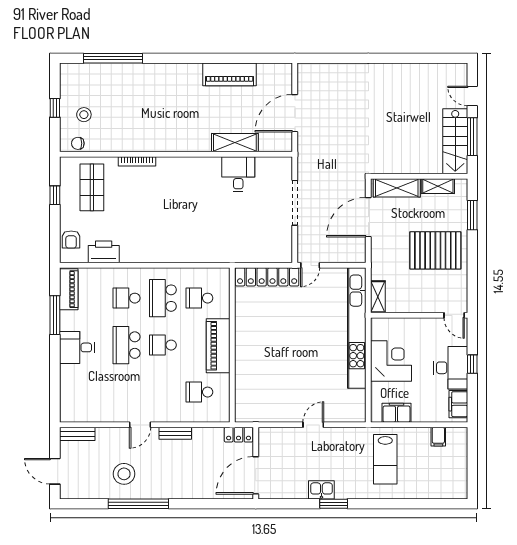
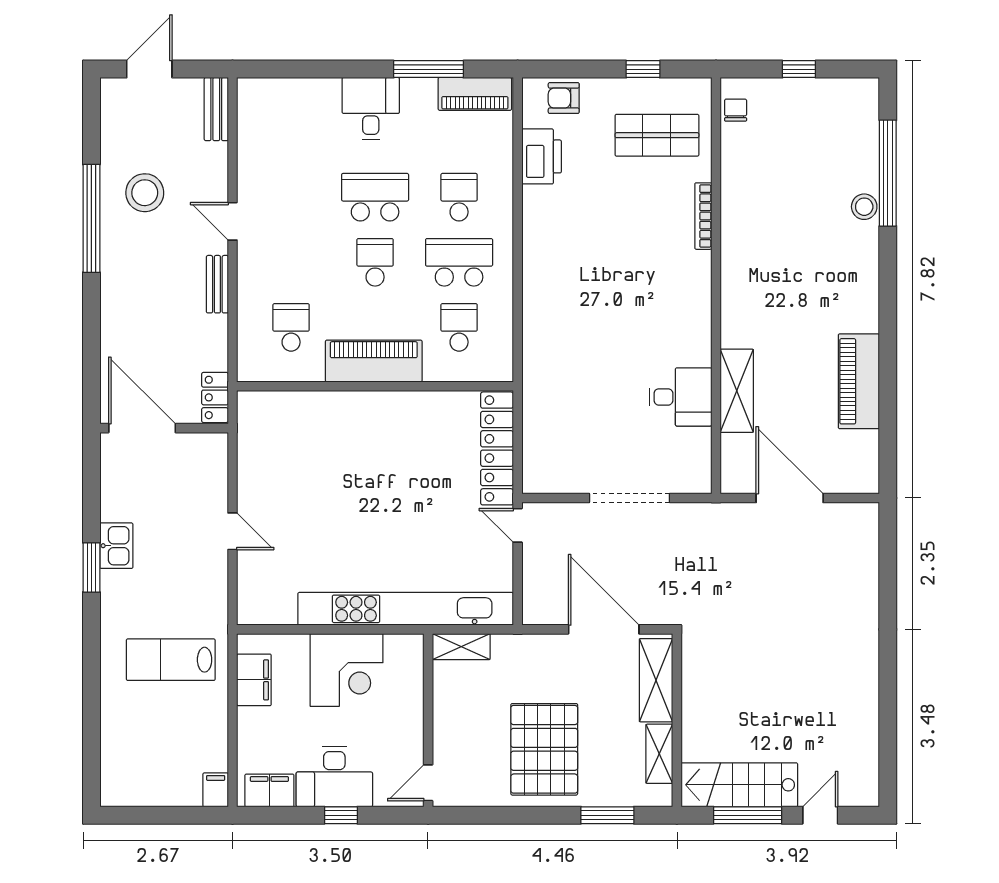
stool: (84, 115) -> (864, 207), moved
filing cabinet: (438, 437) -> (216, 790), moved, turned 90

